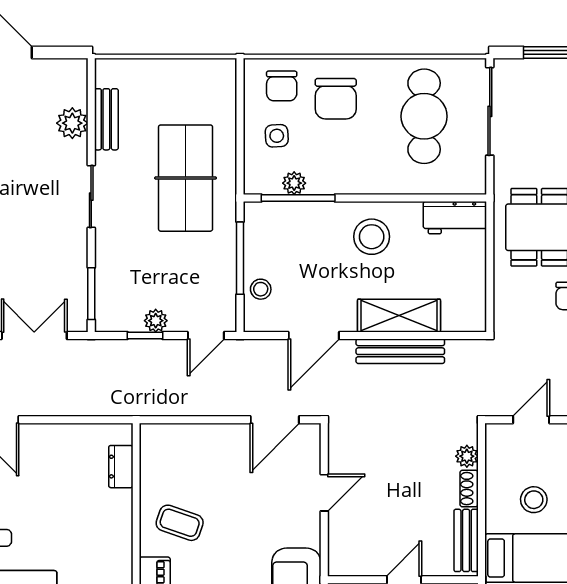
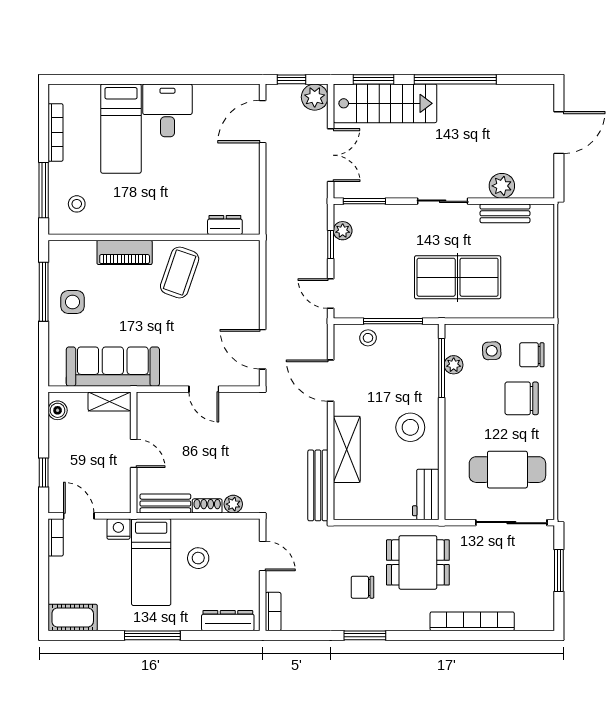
plant: (156, 321) -> (343, 231), moved
bench: (400, 351) -> (318, 485), moved
coffee table: (180, 523) -> (180, 272), width x1.36, depth x1.30

